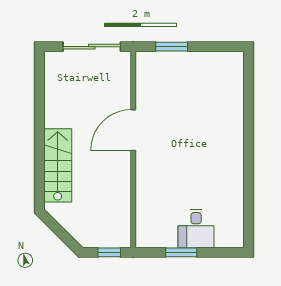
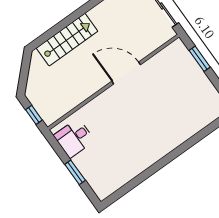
desk: (196, 229) -> (74, 138), moved
window: (181, 252) -> (75, 172), moved

